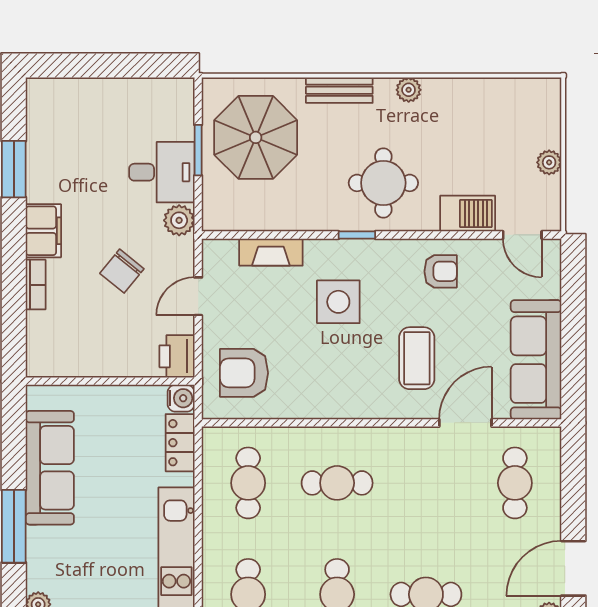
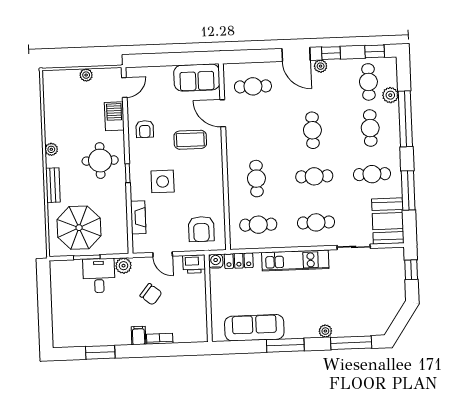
filing cabinet: (43, 231) -> (138, 336), width x0.50
armchair: (441, 271) -> (145, 129), turned 180
sofa: (536, 360) -> (197, 78), width x0.73

